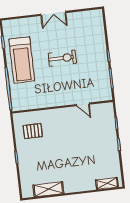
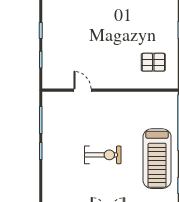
exercise bike: (62, 58) -> (103, 155), turned 180
treadmill: (22, 60) -> (157, 159), turned 180

